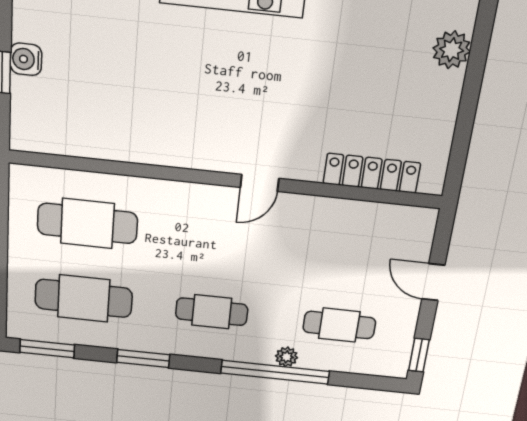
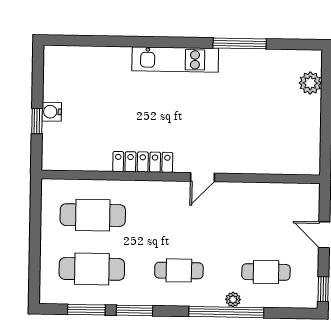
locker: (372, 173) -> (143, 162), moved
window: (47, 349) -> (86, 310), moved

